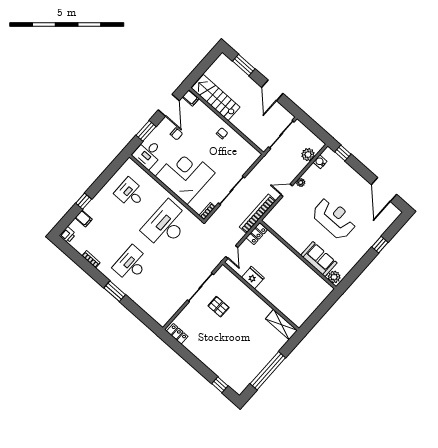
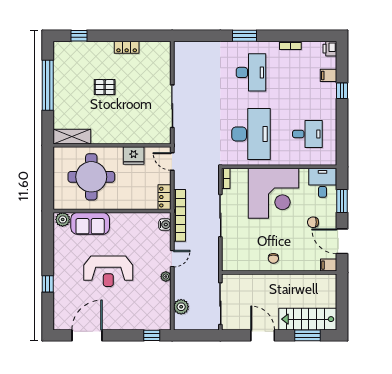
stairs: (216, 98) -> (308, 319), moved, turned 180
water cooler: (320, 162) -> (165, 225), moved
door: (384, 190) -> (87, 335), hinge flipped
round table: (292, 288) -> (91, 177), added
pallet: (219, 307) -> (105, 87), moved
locker: (177, 334) -> (127, 47), moved

